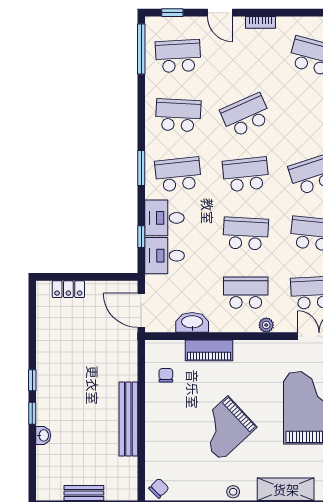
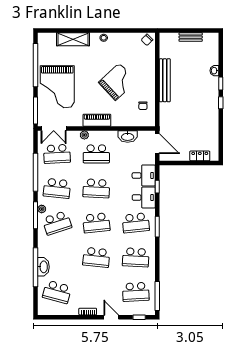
school desk: (246, 115) -> (96, 257), turned 30
piano: (209, 350) -> (97, 120), moved
grand piano: (224, 428) -> (117, 82), moved

